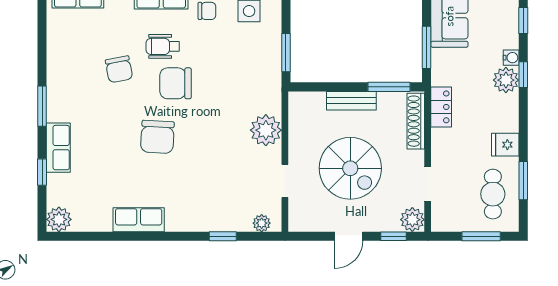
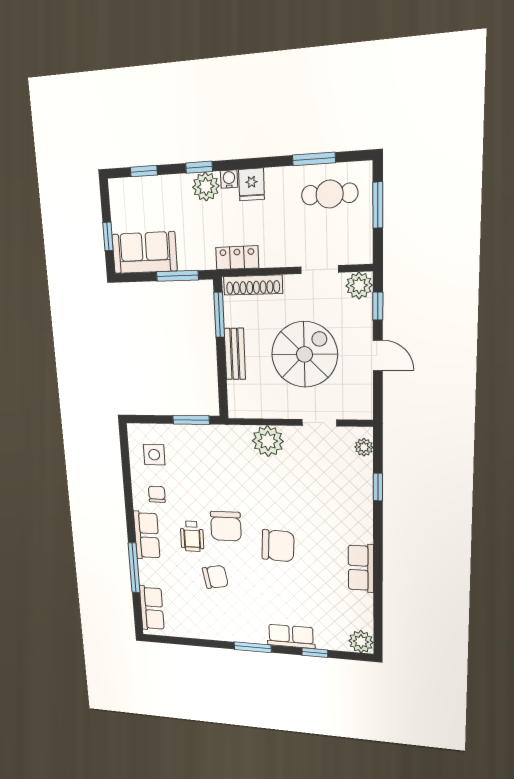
water cooler: (511, 58) -> (229, 179), moved
fridge: (505, 145) -> (252, 184), moved

